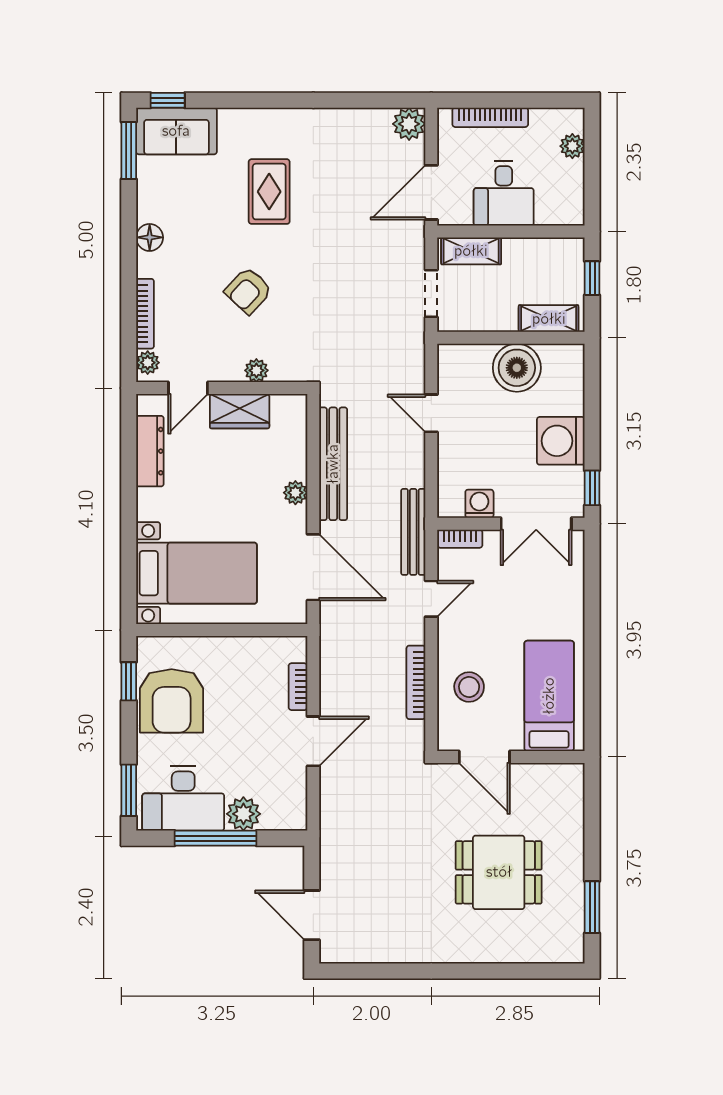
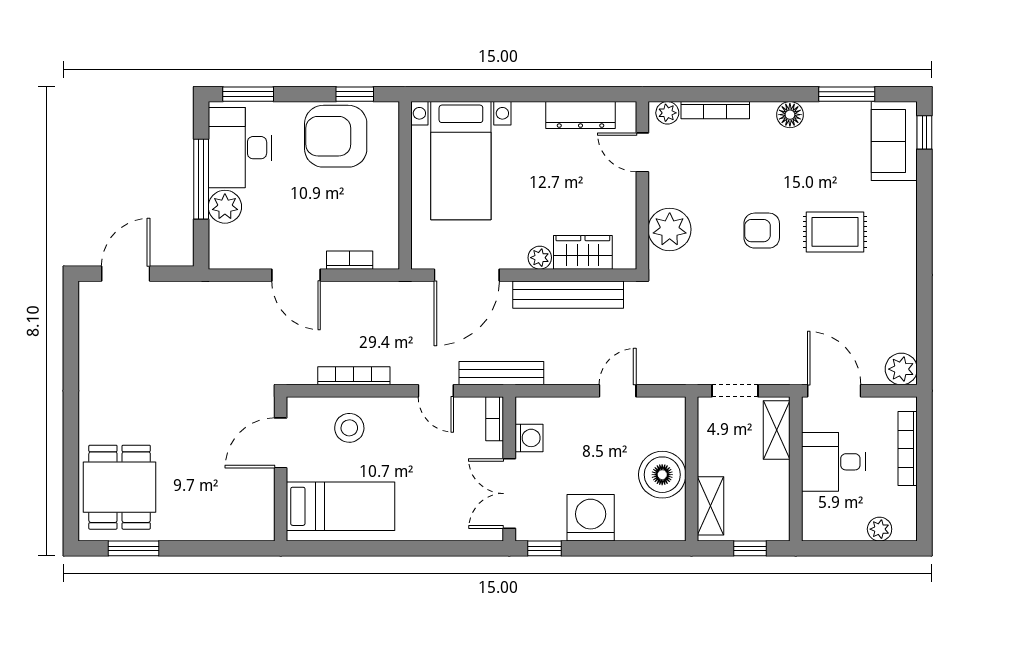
window: (129, 151) -> (847, 94), moved
armchair: (248, 291) -> (762, 231), moved, turned -43
plant: (256, 370) -> (670, 229), width x1.88, depth x1.88
wardrobe: (240, 411) -> (583, 252), moved, turned 90
dining table: (499, 872) -> (120, 487), moved

